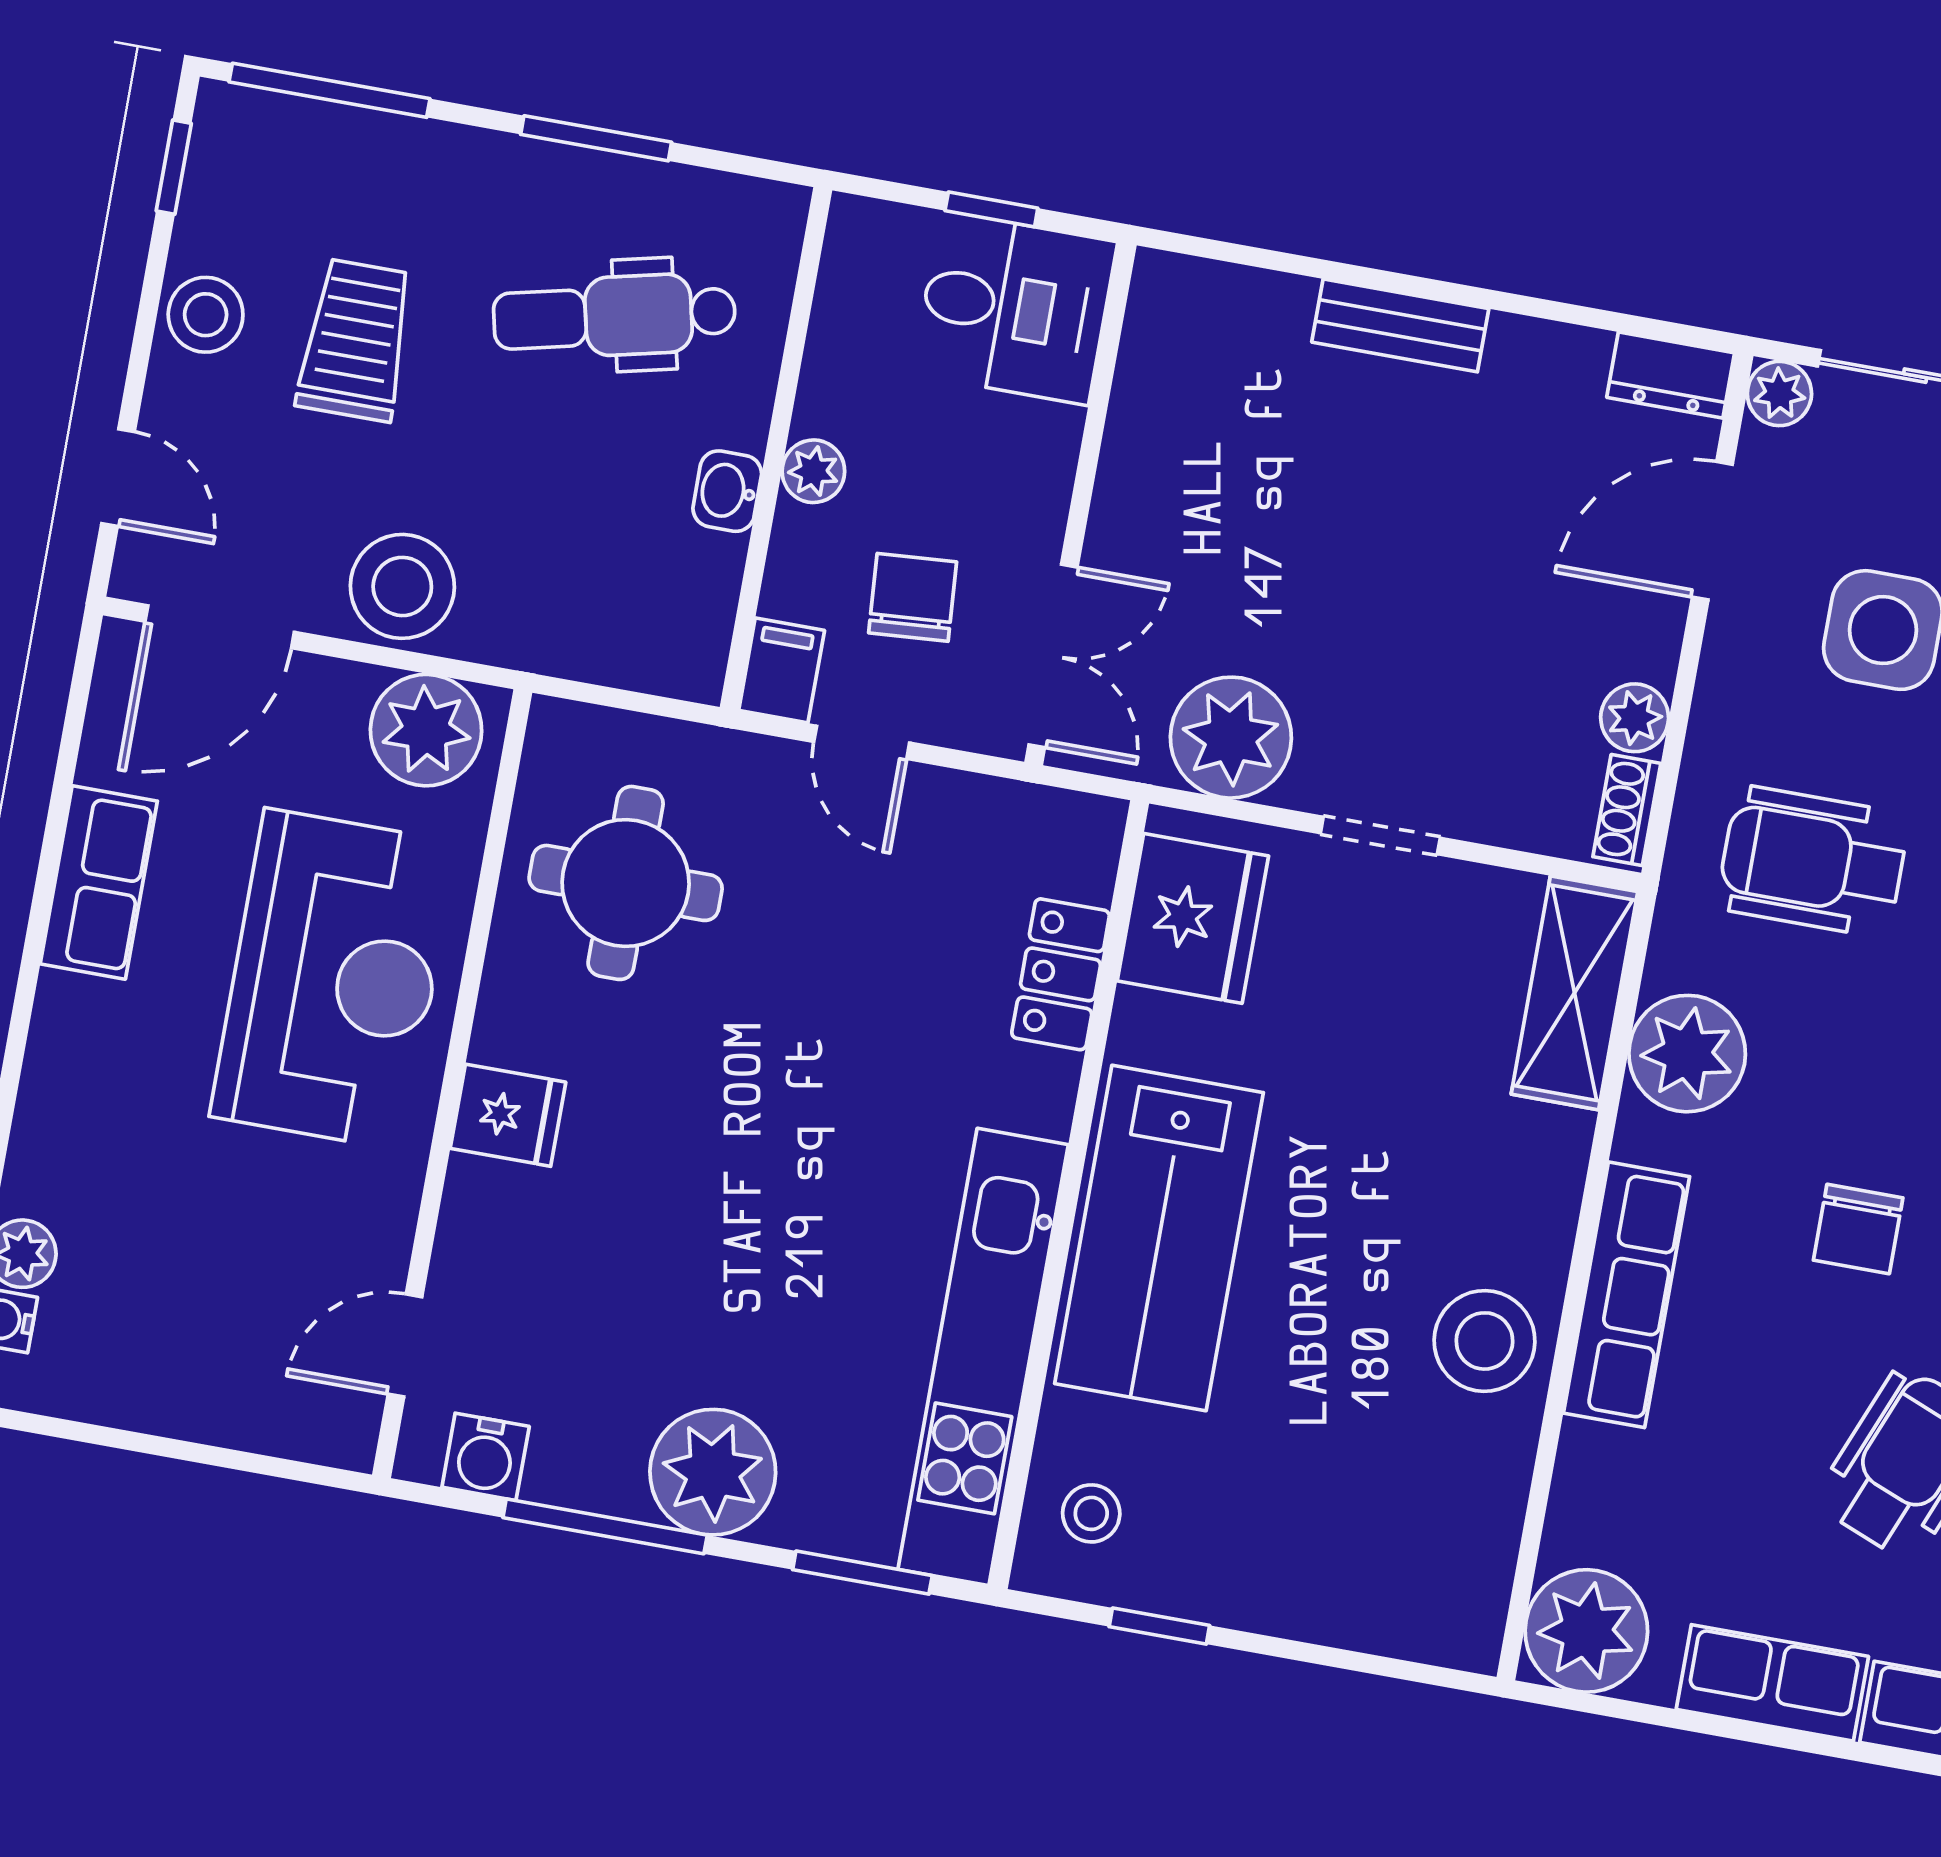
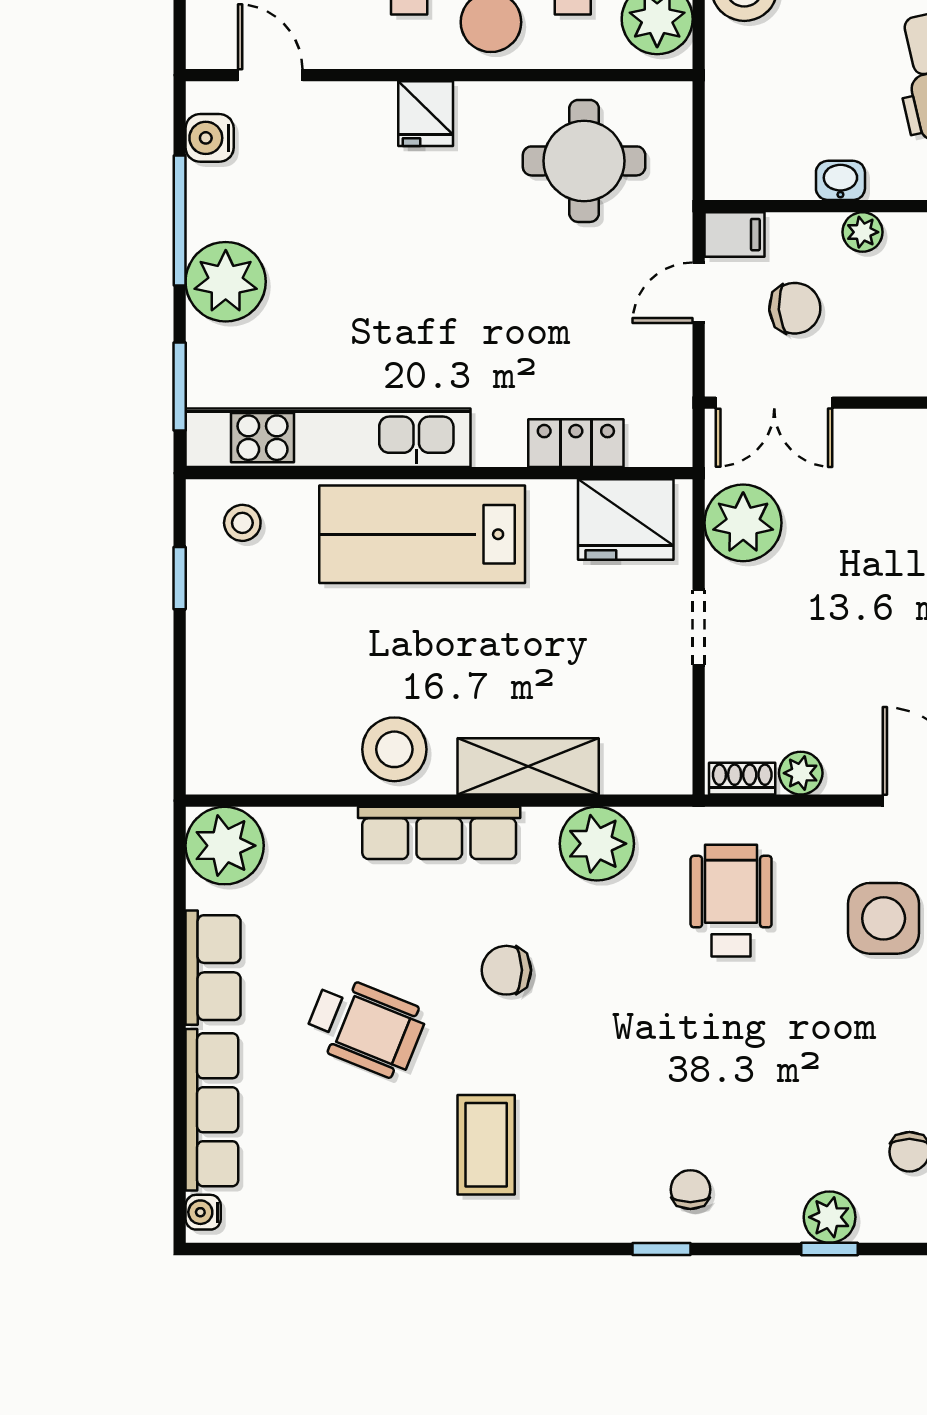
shelving: (1574, 993) -> (528, 766), moved

